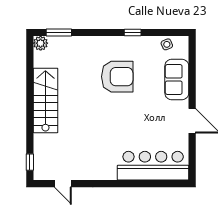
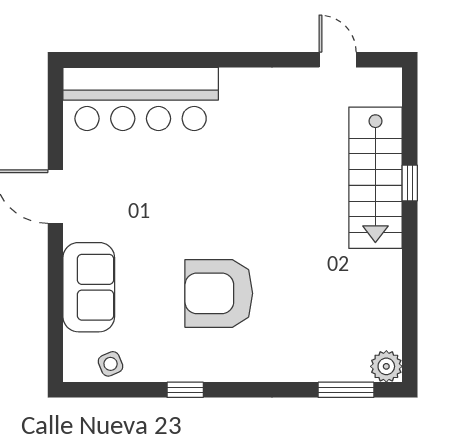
stairs: (45, 100) -> (375, 178), moved
window: (30, 162) -> (410, 183), moved

